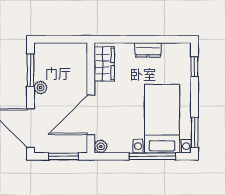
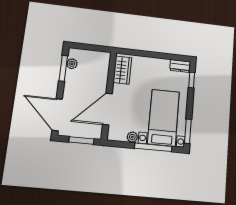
dresser: (148, 50) -> (180, 66), moved
plant: (40, 88) -> (72, 64), moved
plant: (101, 146) -> (132, 137), moved

